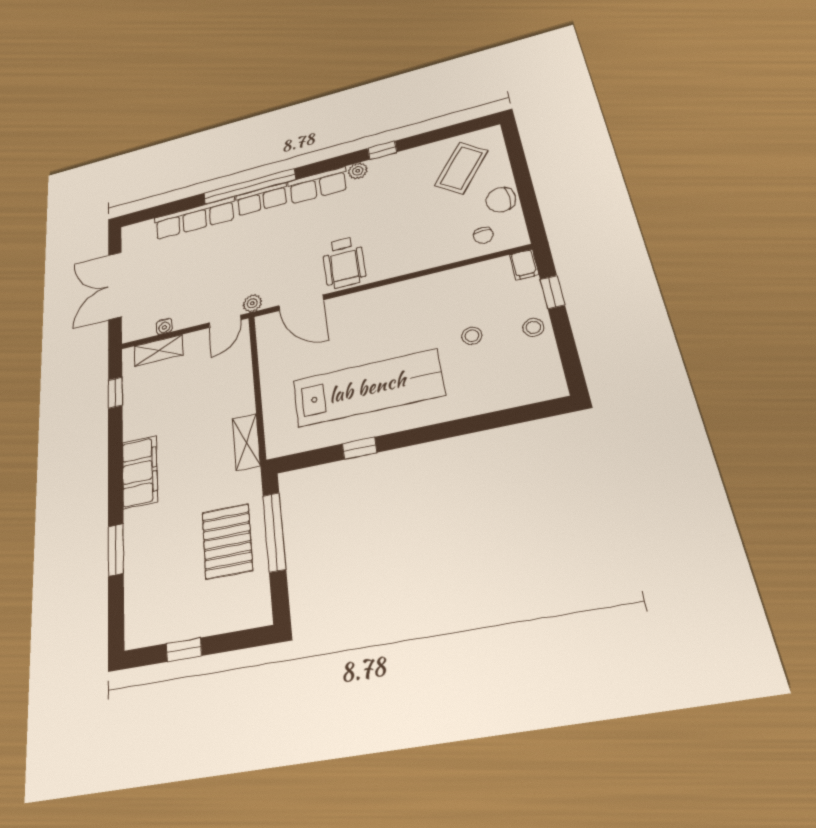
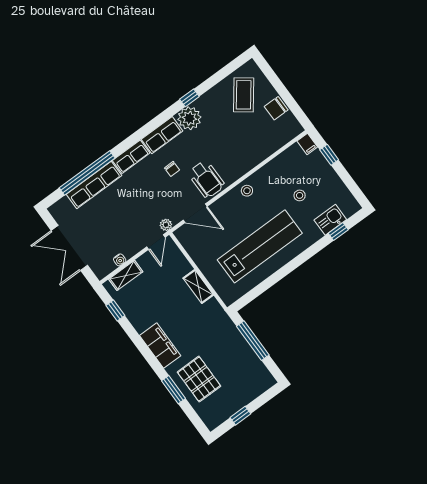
plant: (358, 171) -> (189, 118), width x1.87, depth x1.87
window: (249, 186) -> (87, 173), moved
chair: (483, 235) -> (172, 169), moved
stool: (533, 327) -> (247, 191), moved
kitchen sink: (504, 393) -> (330, 220), added
shelving: (246, 442) -> (198, 286), moved
window: (360, 448) -> (338, 232), moved
pallet: (227, 541) -> (199, 379), moved

